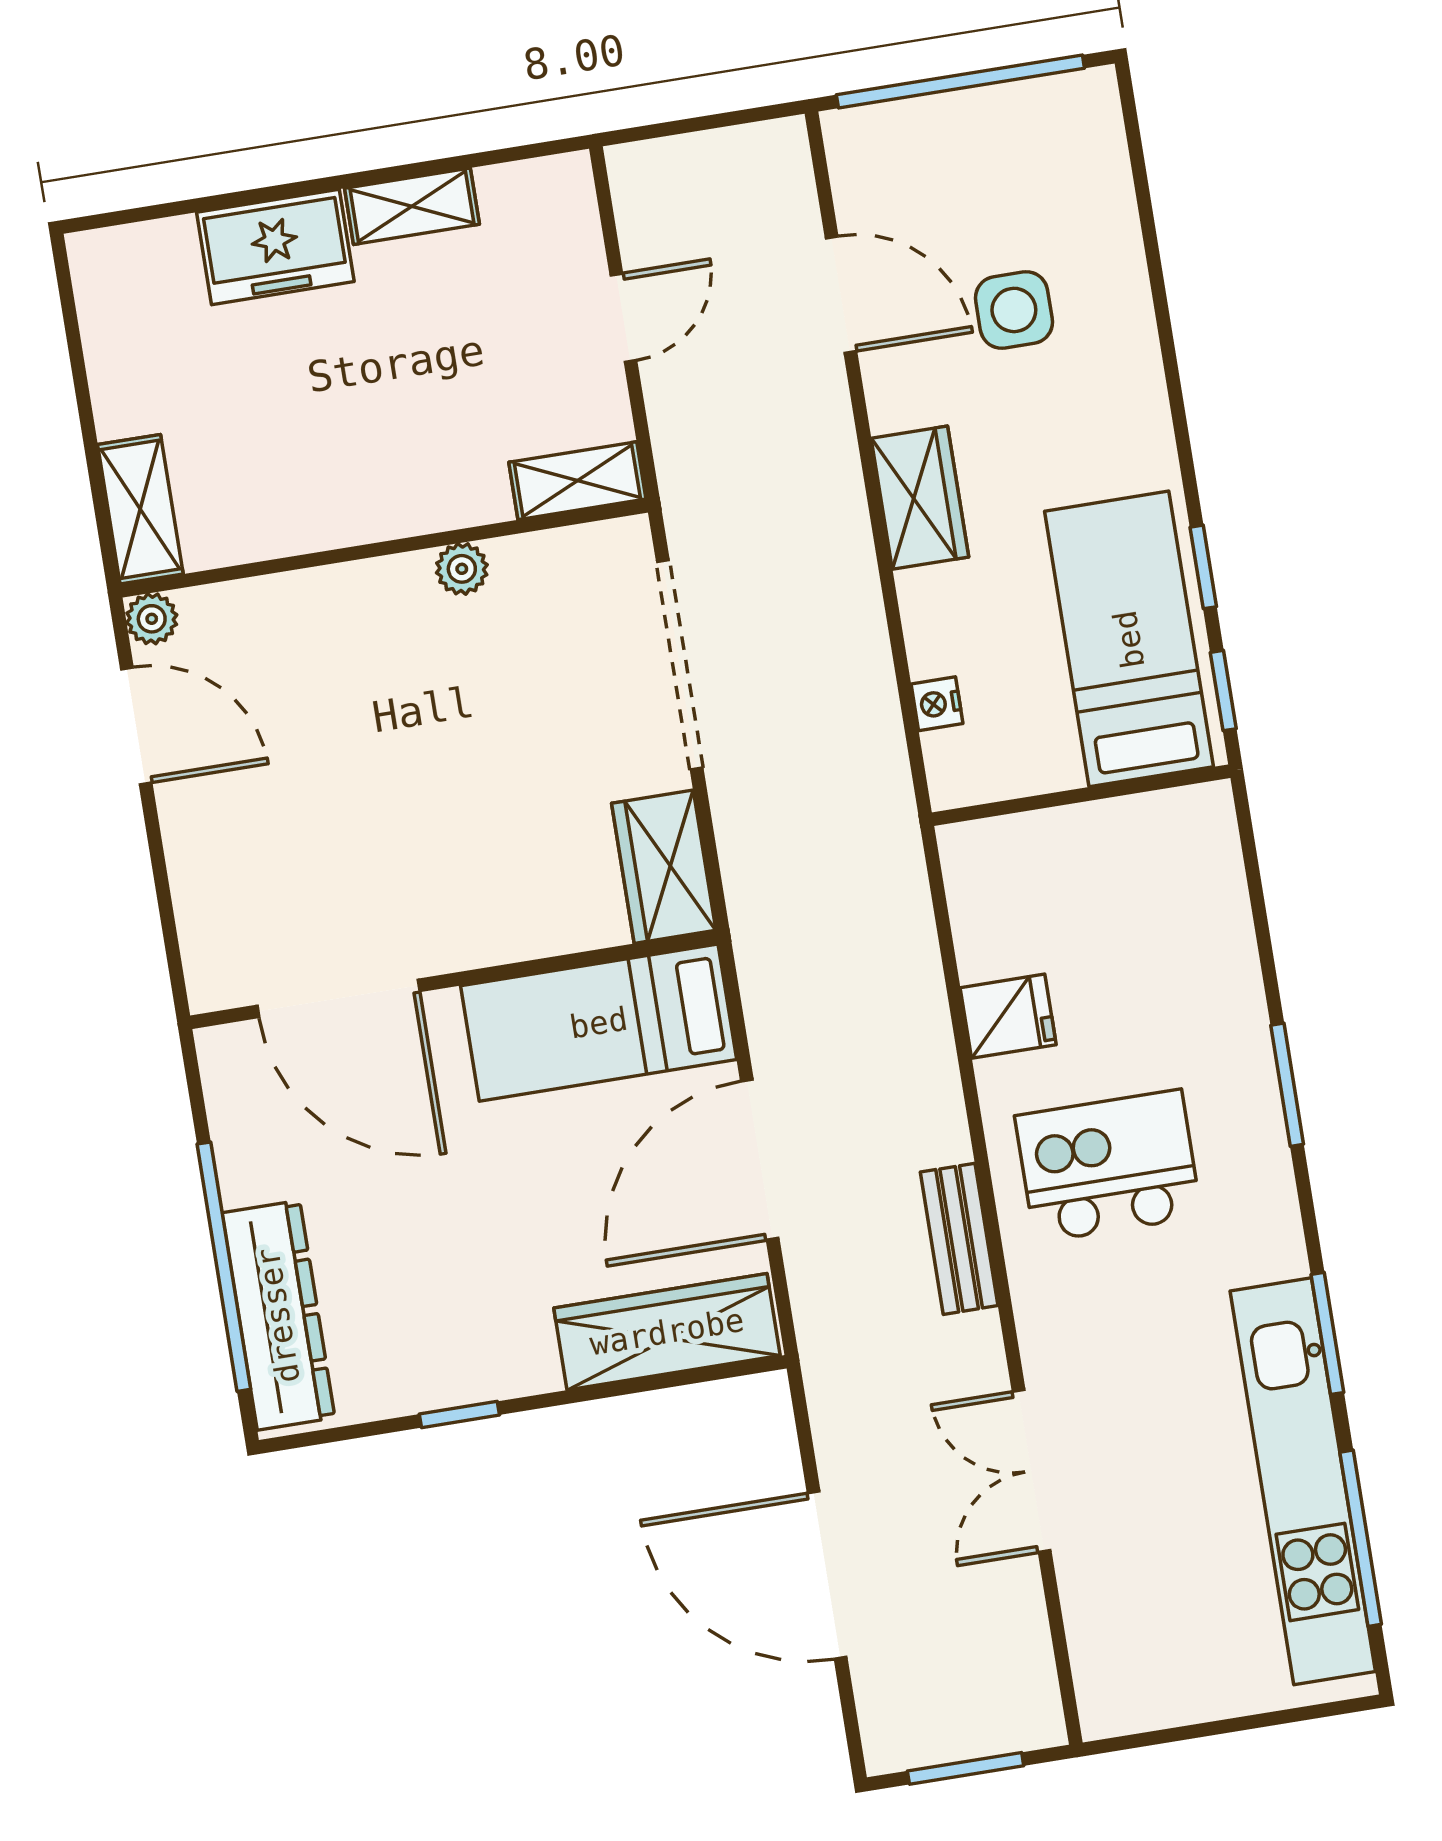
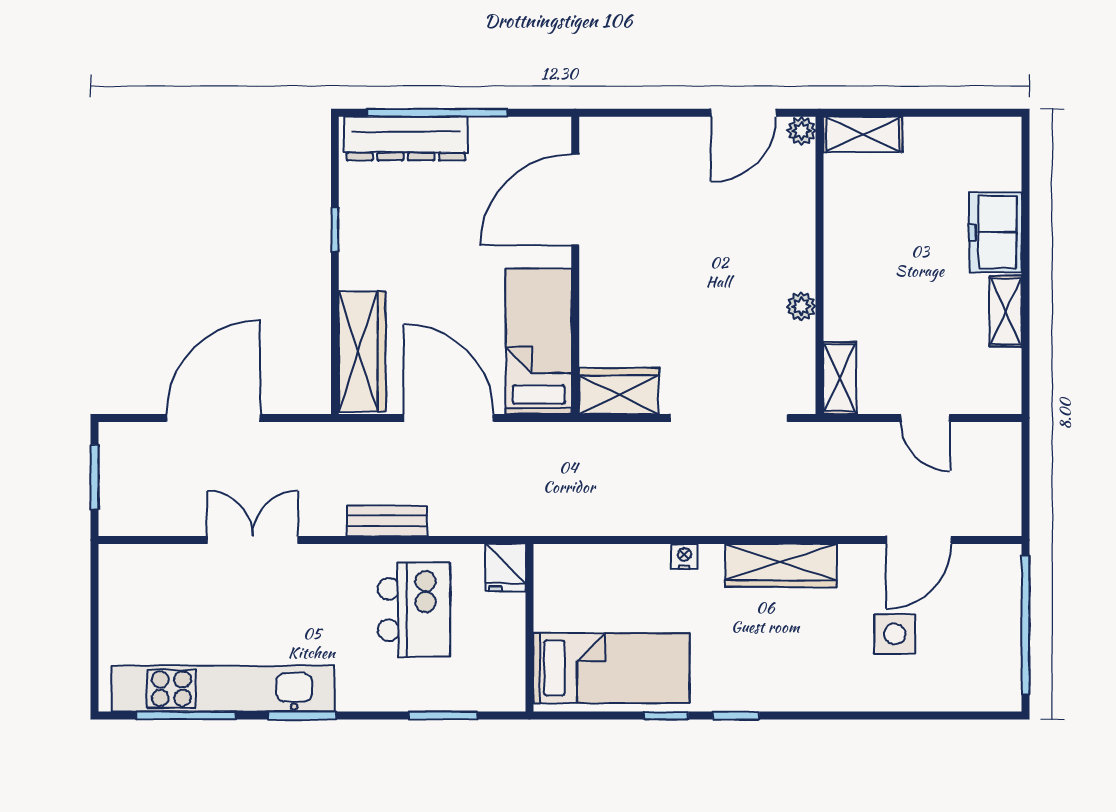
wardrobe: (920, 498) -> (781, 565), width x1.50
bed: (1129, 639) -> (611, 668), moved
wall: (1081, 795) -> (529, 628), moved

